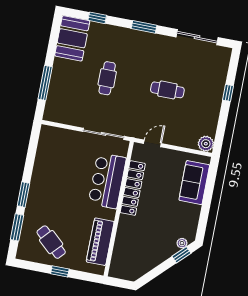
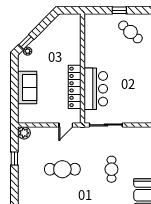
cafe table: (167, 90) -> (62, 169), width x1.37, depth x1.35
window: (228, 93) -> (14, 159), moved
sofa: (194, 183) -> (27, 88), moved
piano: (100, 242) -> (92, 40), removed

